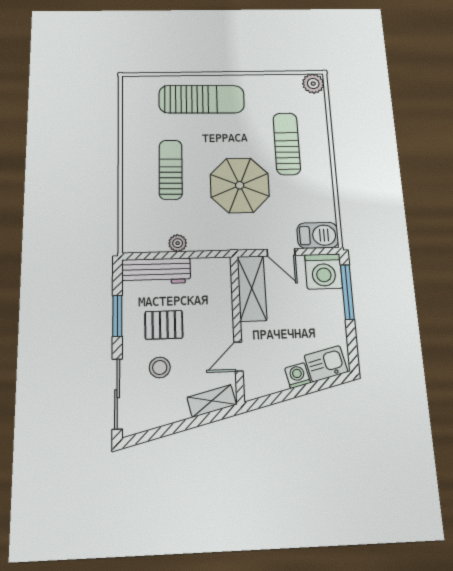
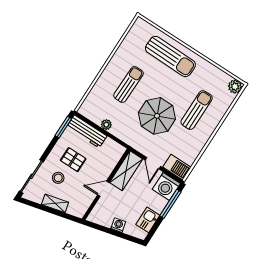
window: (117, 316) -> (63, 127), moved
door: (238, 356) -> (103, 189), moved
kitchen sink: (326, 364) -> (148, 220), moved, turned -76
shelving: (212, 401) -> (55, 203), moved

